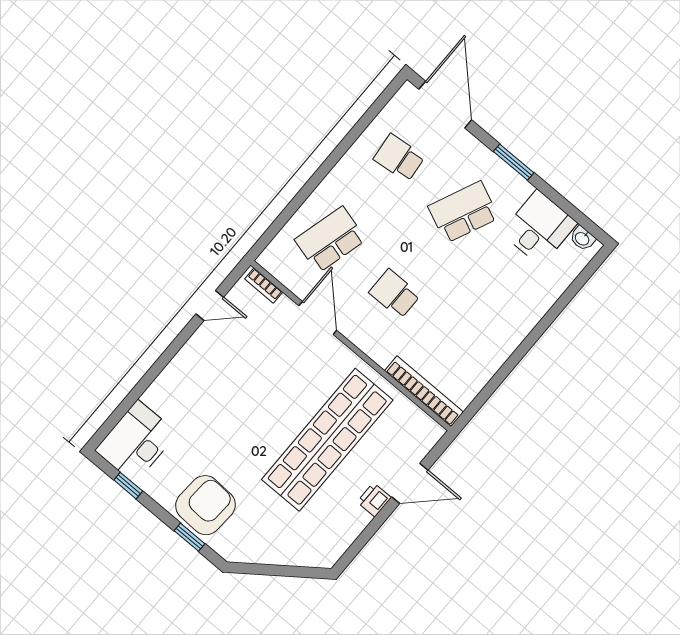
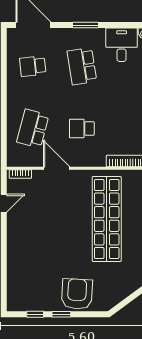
school desk: (463, 212) -> (82, 66), turned -33
desk: (136, 442) -> (22, 292), removed
window: (189, 537) -> (61, 314), moved

